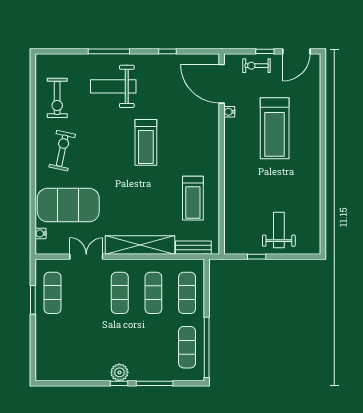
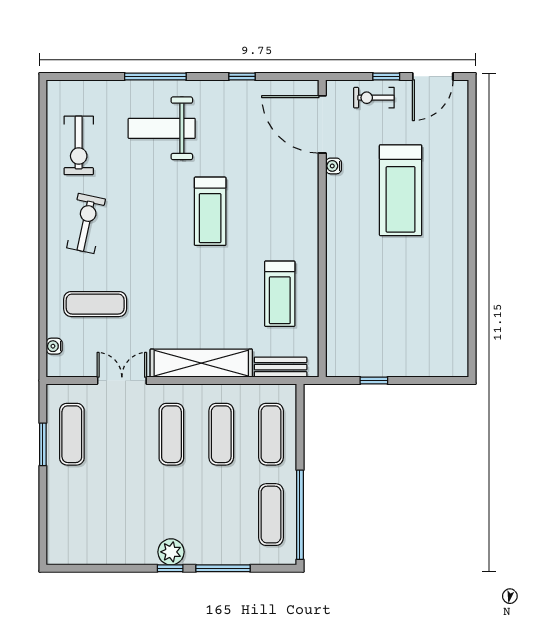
exercise mat: (68, 205) -> (95, 304), width x0.50, depth x0.69
weight bench: (279, 230) -> (407, 341), removed

